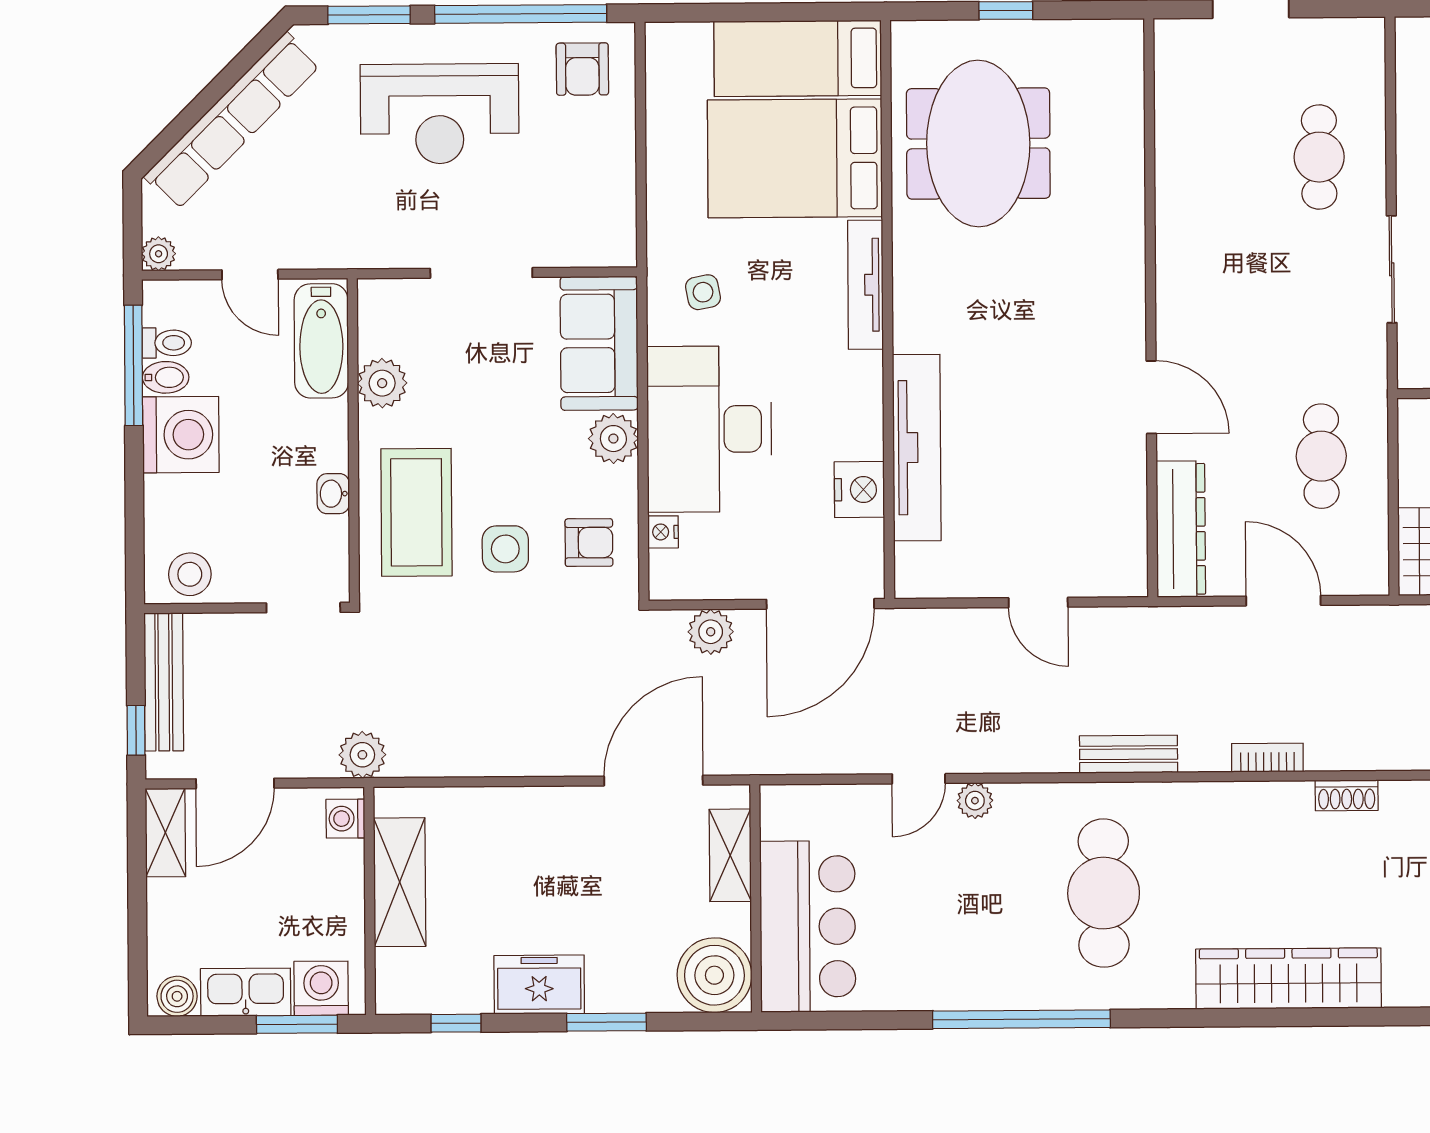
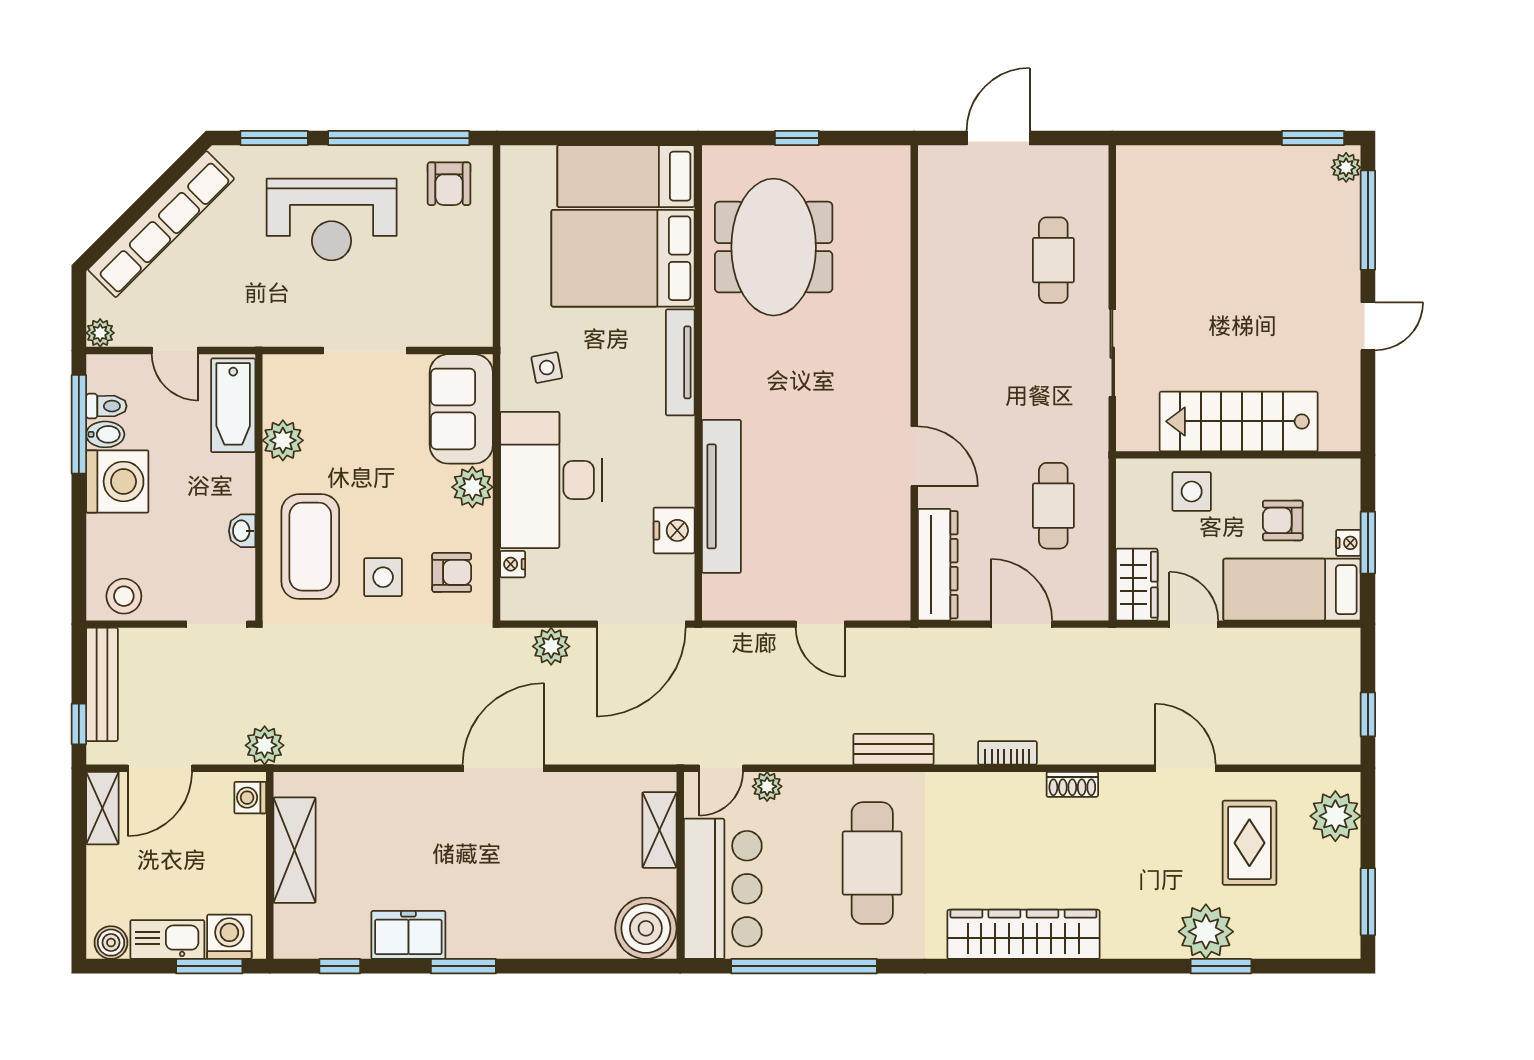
shelving: (730, 855) -> (660, 830), moved
wall: (756, 898) -> (680, 865), moved
bar counter: (808, 926) -> (723, 889), moved
boiler: (714, 975) -> (646, 928), moved

